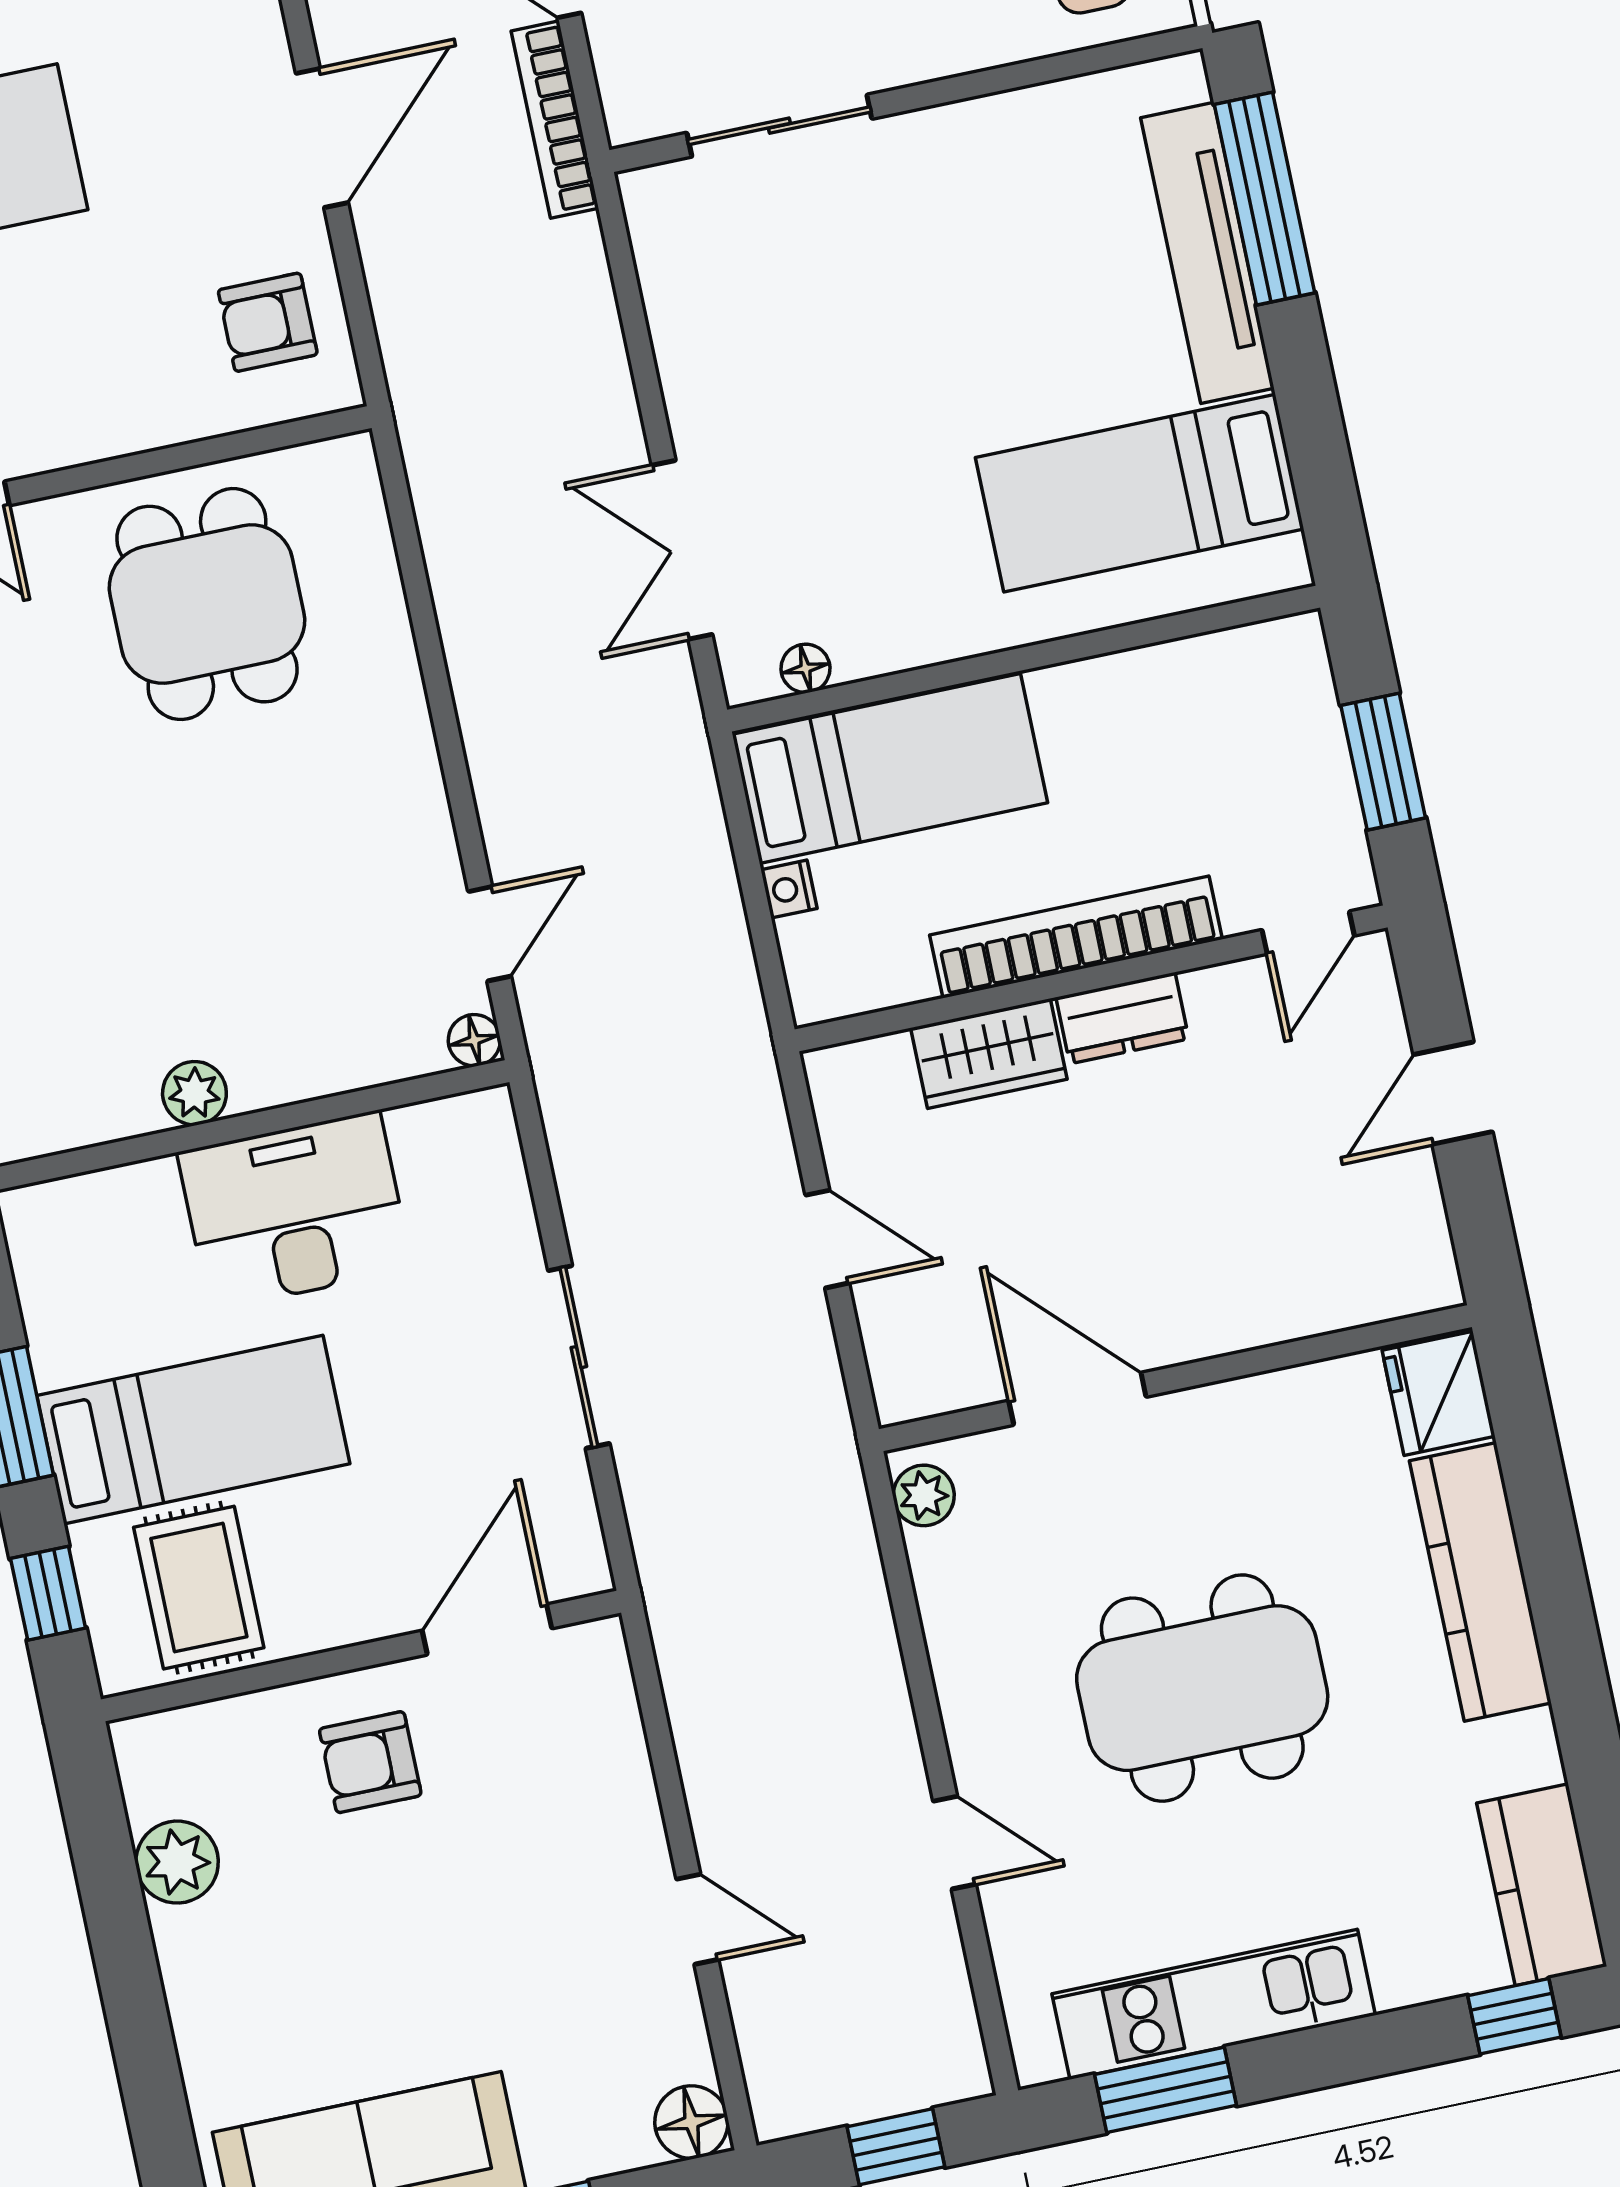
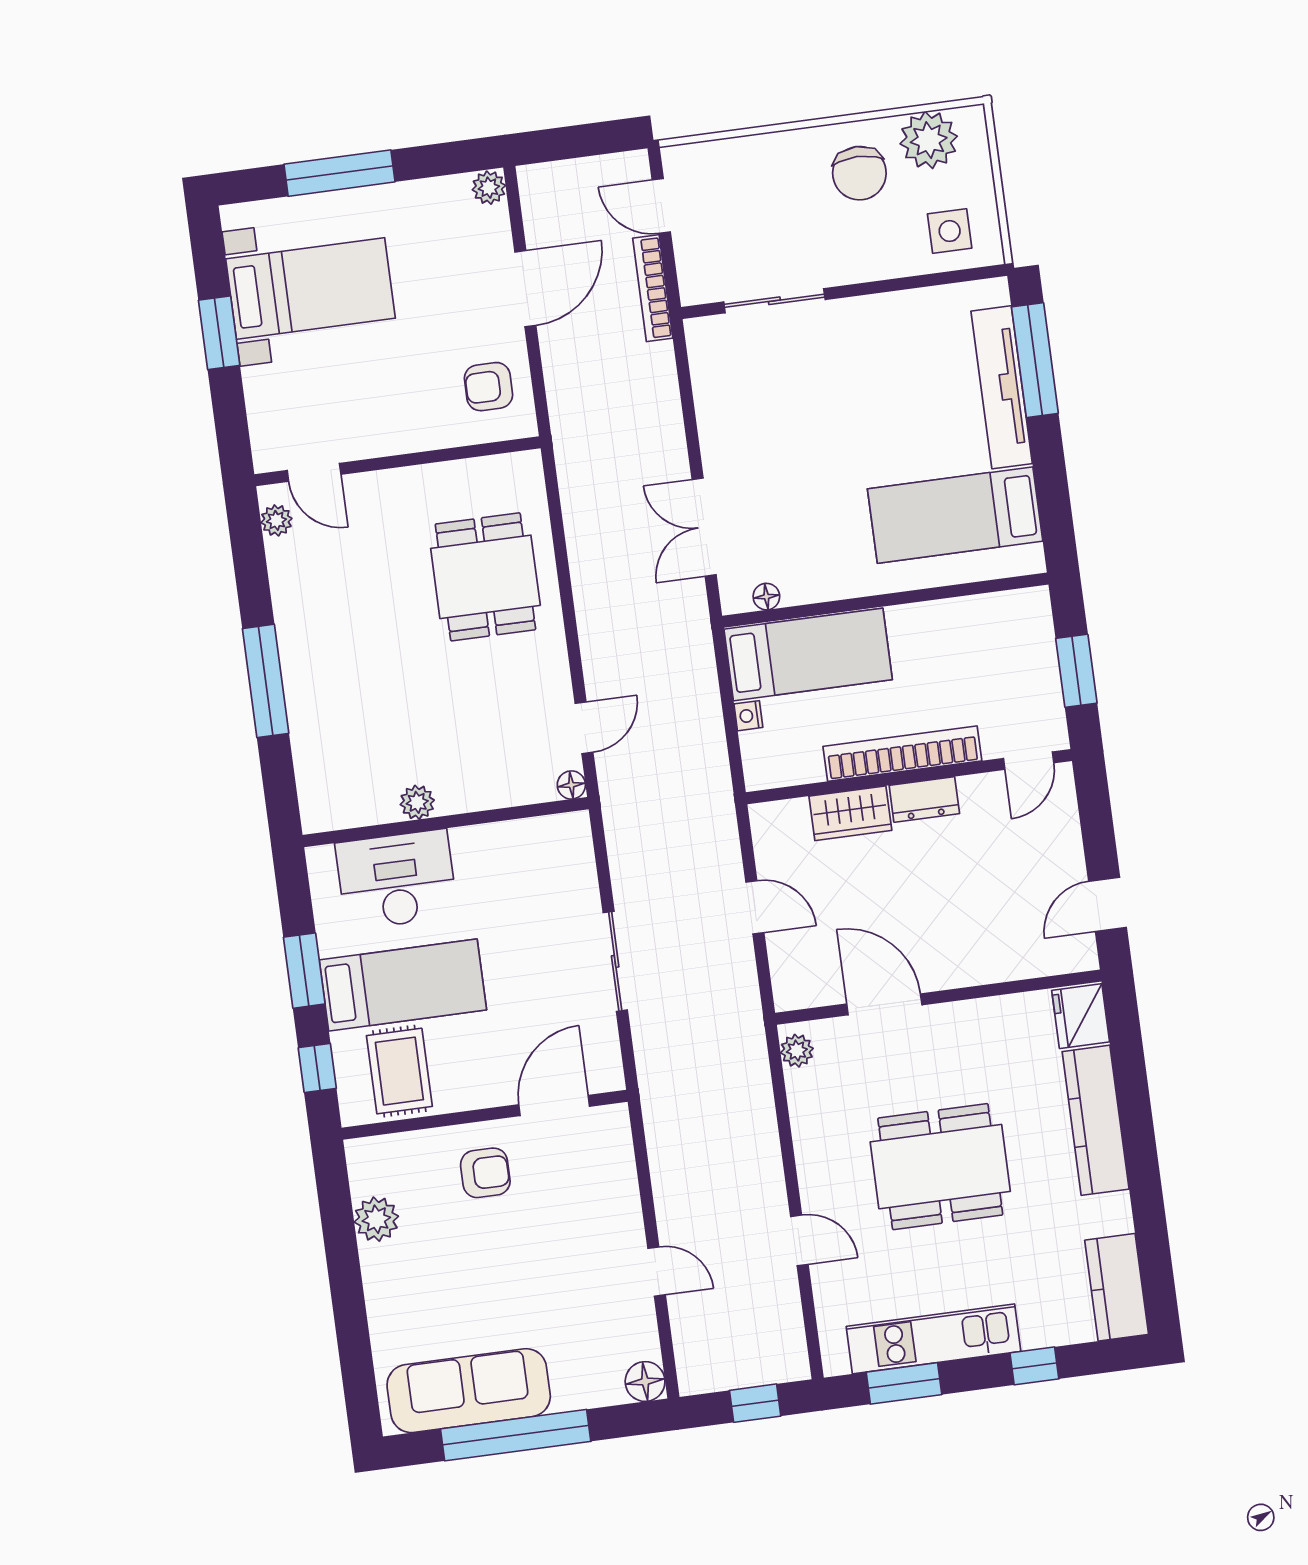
dining table: (207, 604) -> (485, 577), moved
door: (1453, 1093) -> (1108, 904), moved
desk: (295, 1211) -> (396, 880), moved
armchair: (370, 1762) -> (485, 1173), turned 180
window: (1514, 2016) -> (1034, 1366), moved

